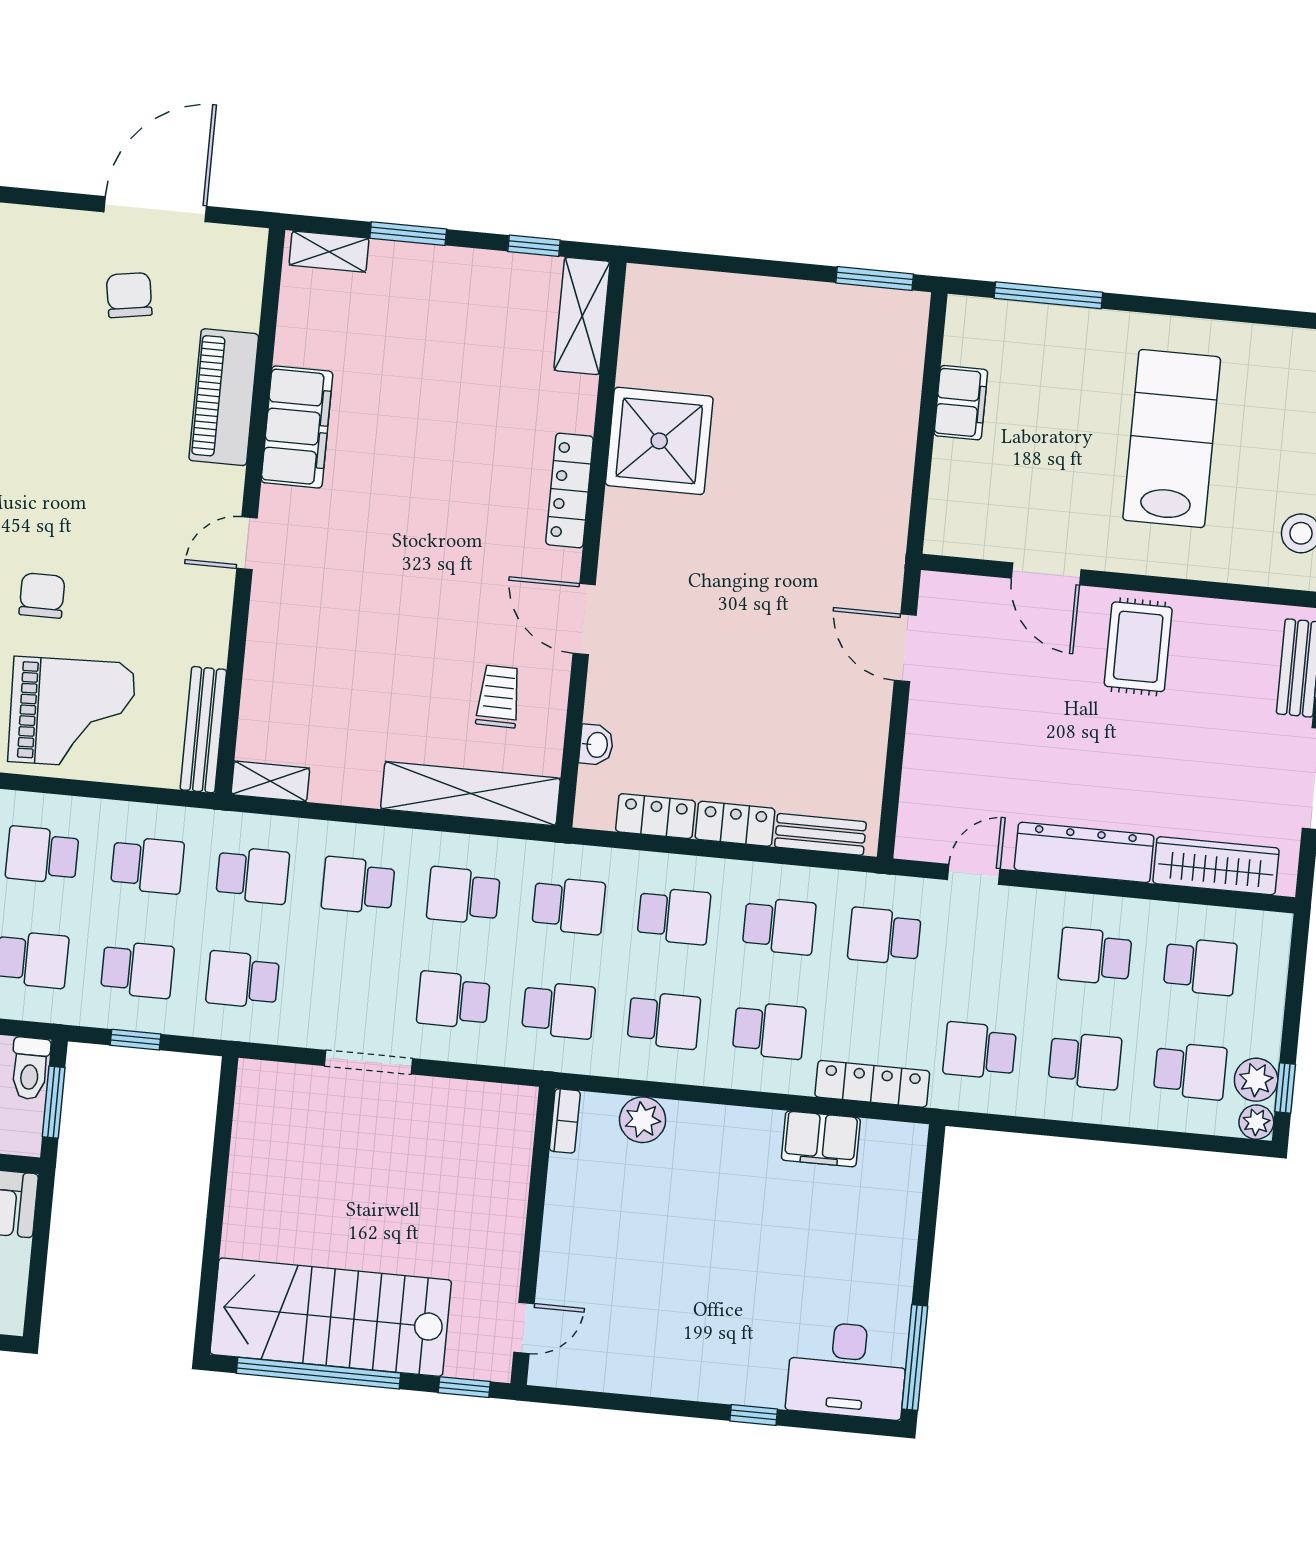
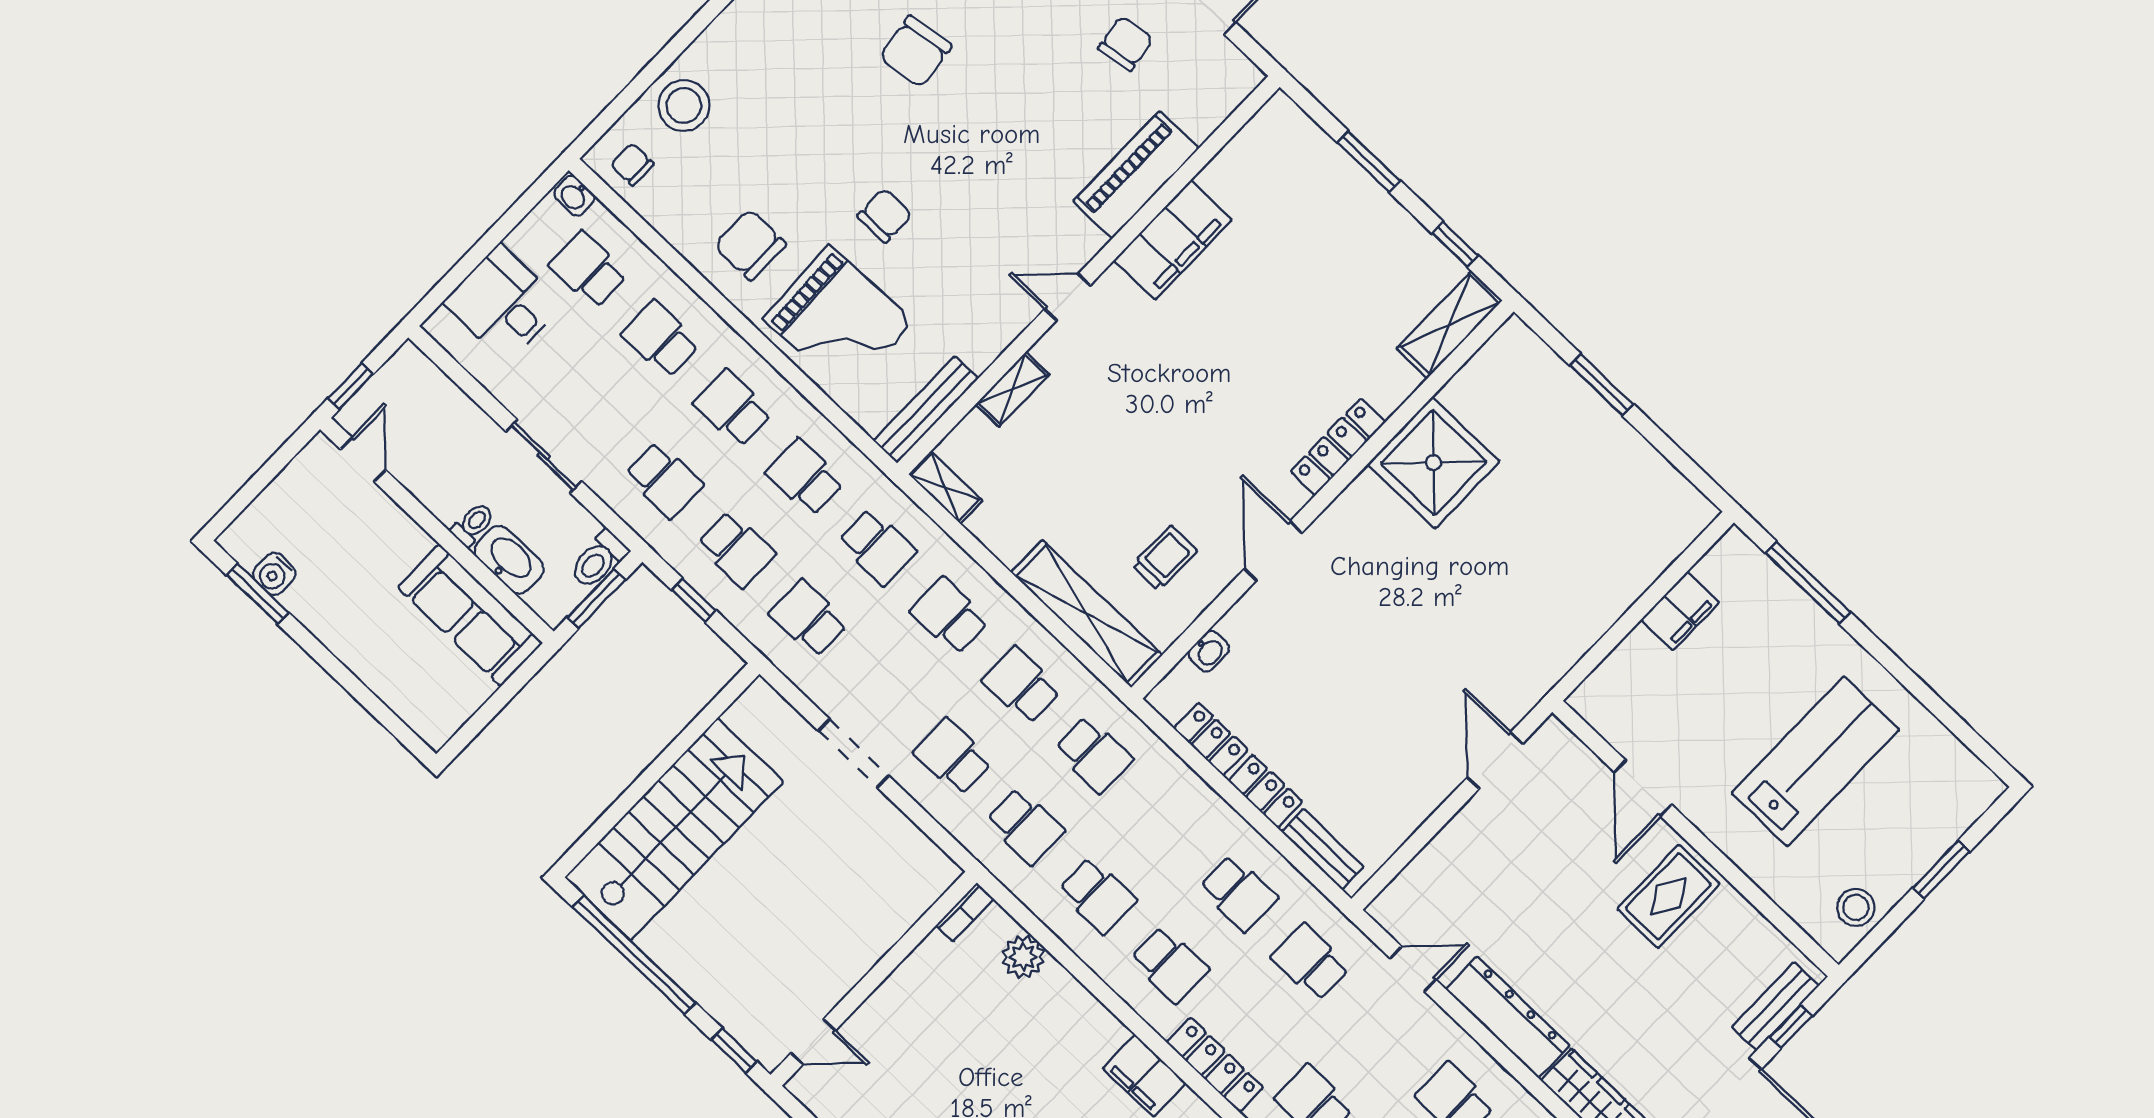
shelving: (329, 252) -> (1012, 389), moved, turned 90
window: (875, 278) -> (1602, 385), moved
school desk: (147, 865) -> (805, 478), turned 180
school desk: (674, 916) -> (1166, 824), removed
stairs: (331, 1317) -> (674, 829), moved, turned 90

